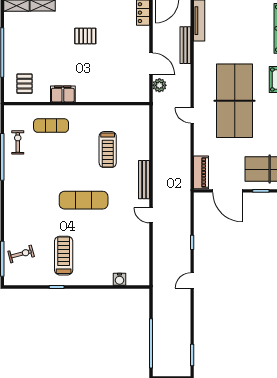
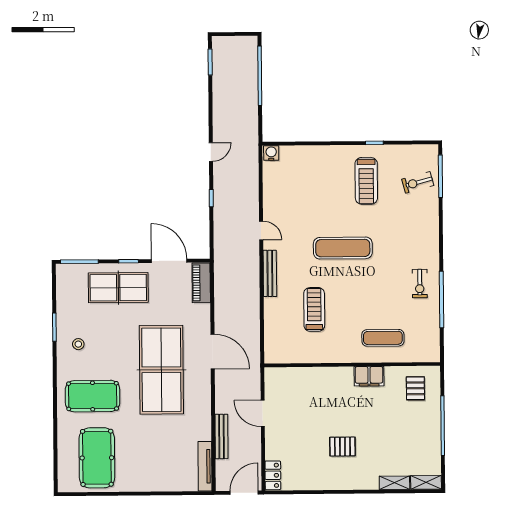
plant: (159, 85) -> (252, 388), removed
door: (192, 115) -> (213, 352), width x1.87
exercise bike: (18, 142) -> (420, 284), moved
water cooler: (120, 279) -> (271, 153), moved

